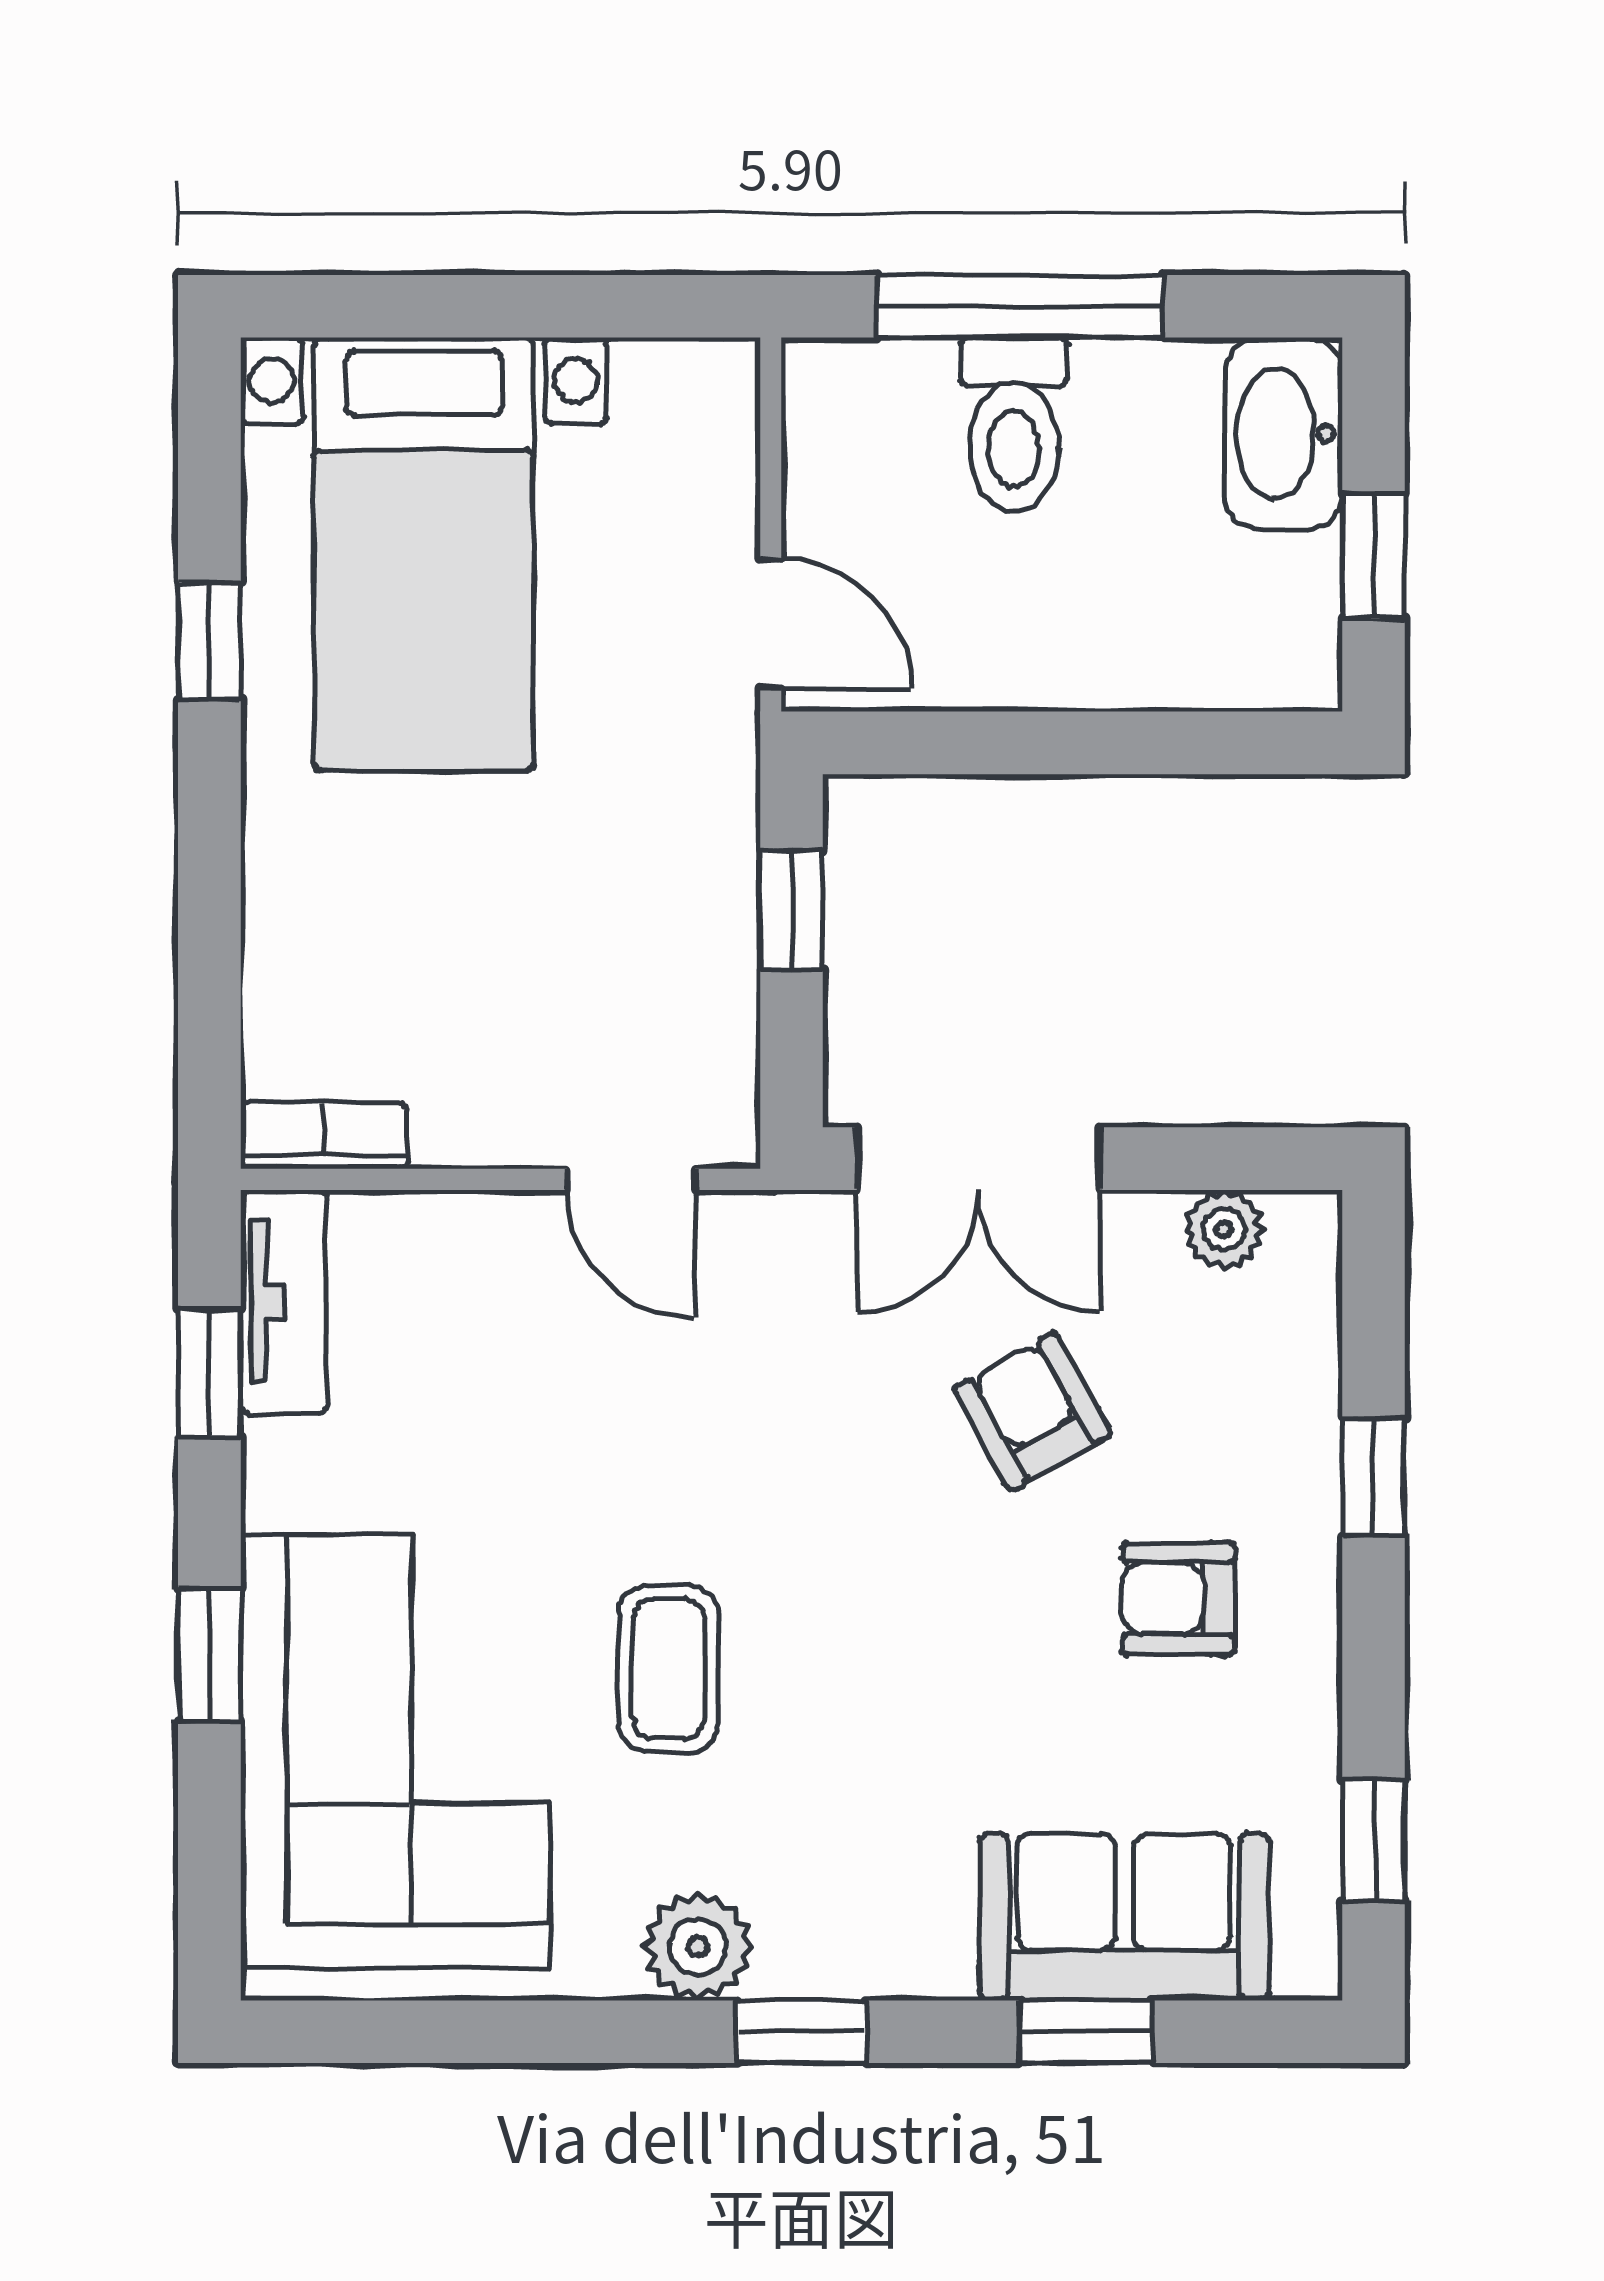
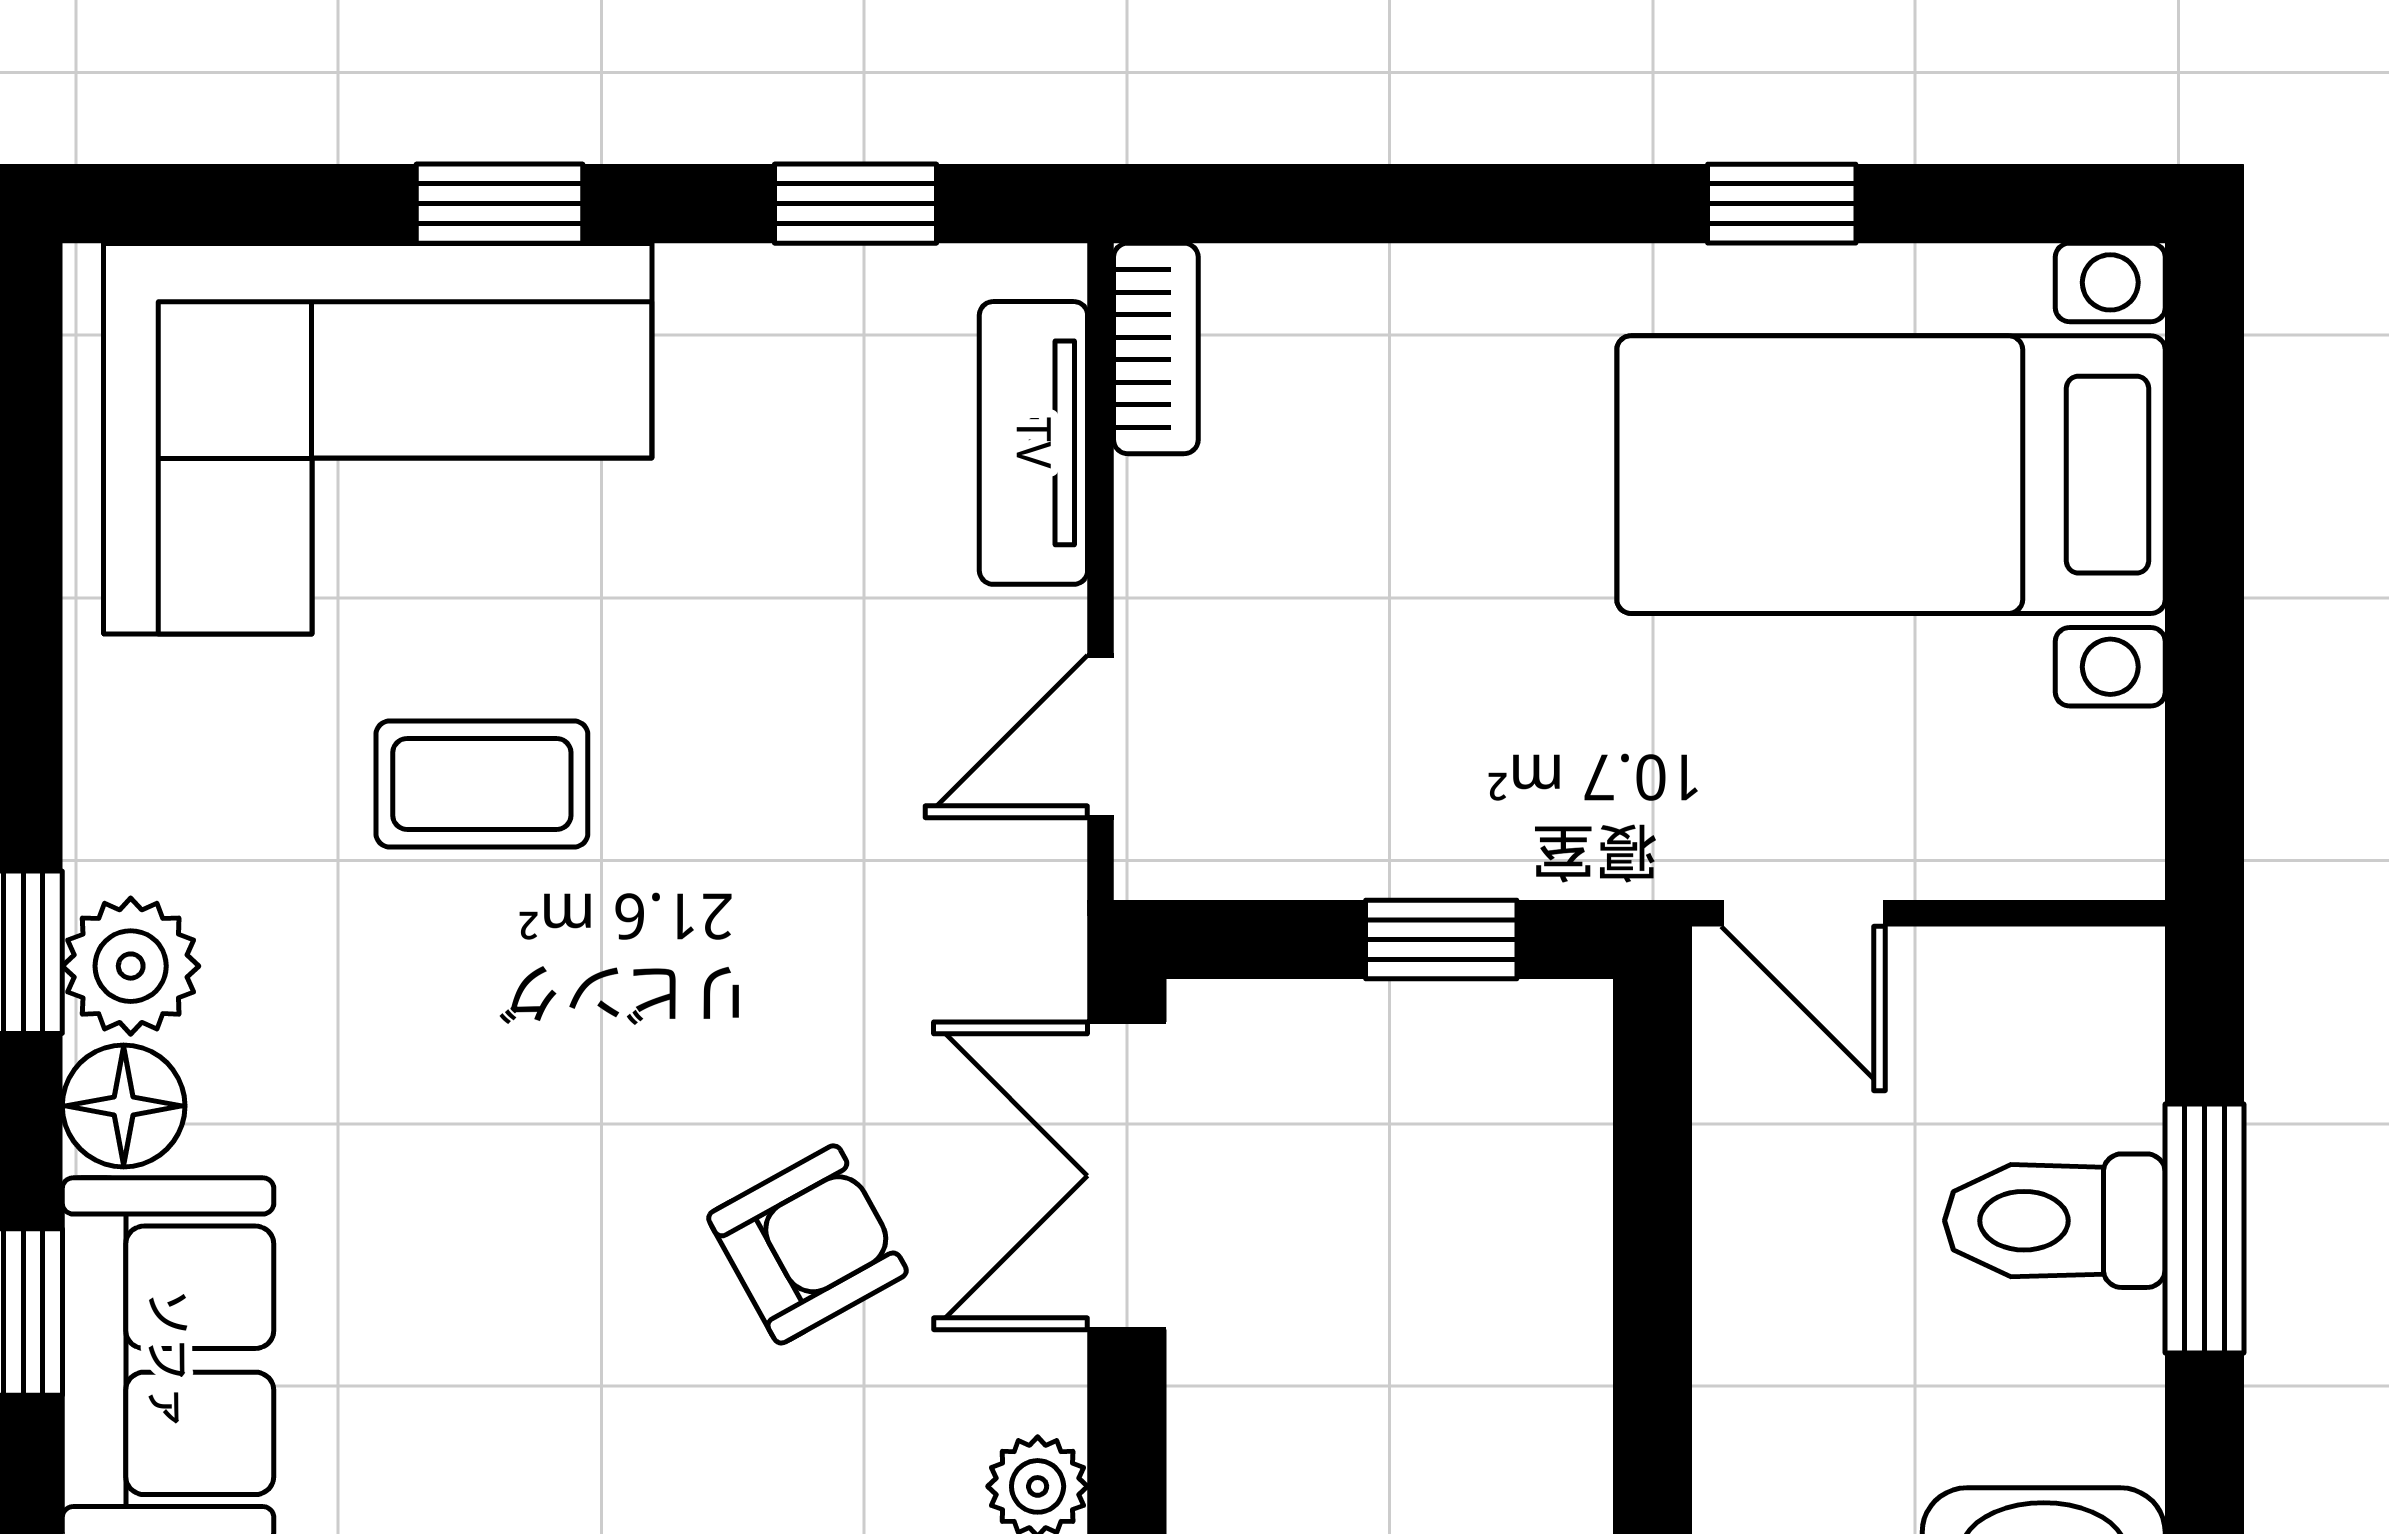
window: (1020, 306) -> (2204, 1228), width x0.69
door: (771, 624) -> (1803, 913), hinge flipped
tv unit: (283, 1302) -> (1033, 443), moved, turned 90
armchair: (1178, 1599) -> (571, 1429), removed
plant: (698, 1947) -> (131, 966), moved
floor lamp: (923, 1952) -> (124, 1106), added

